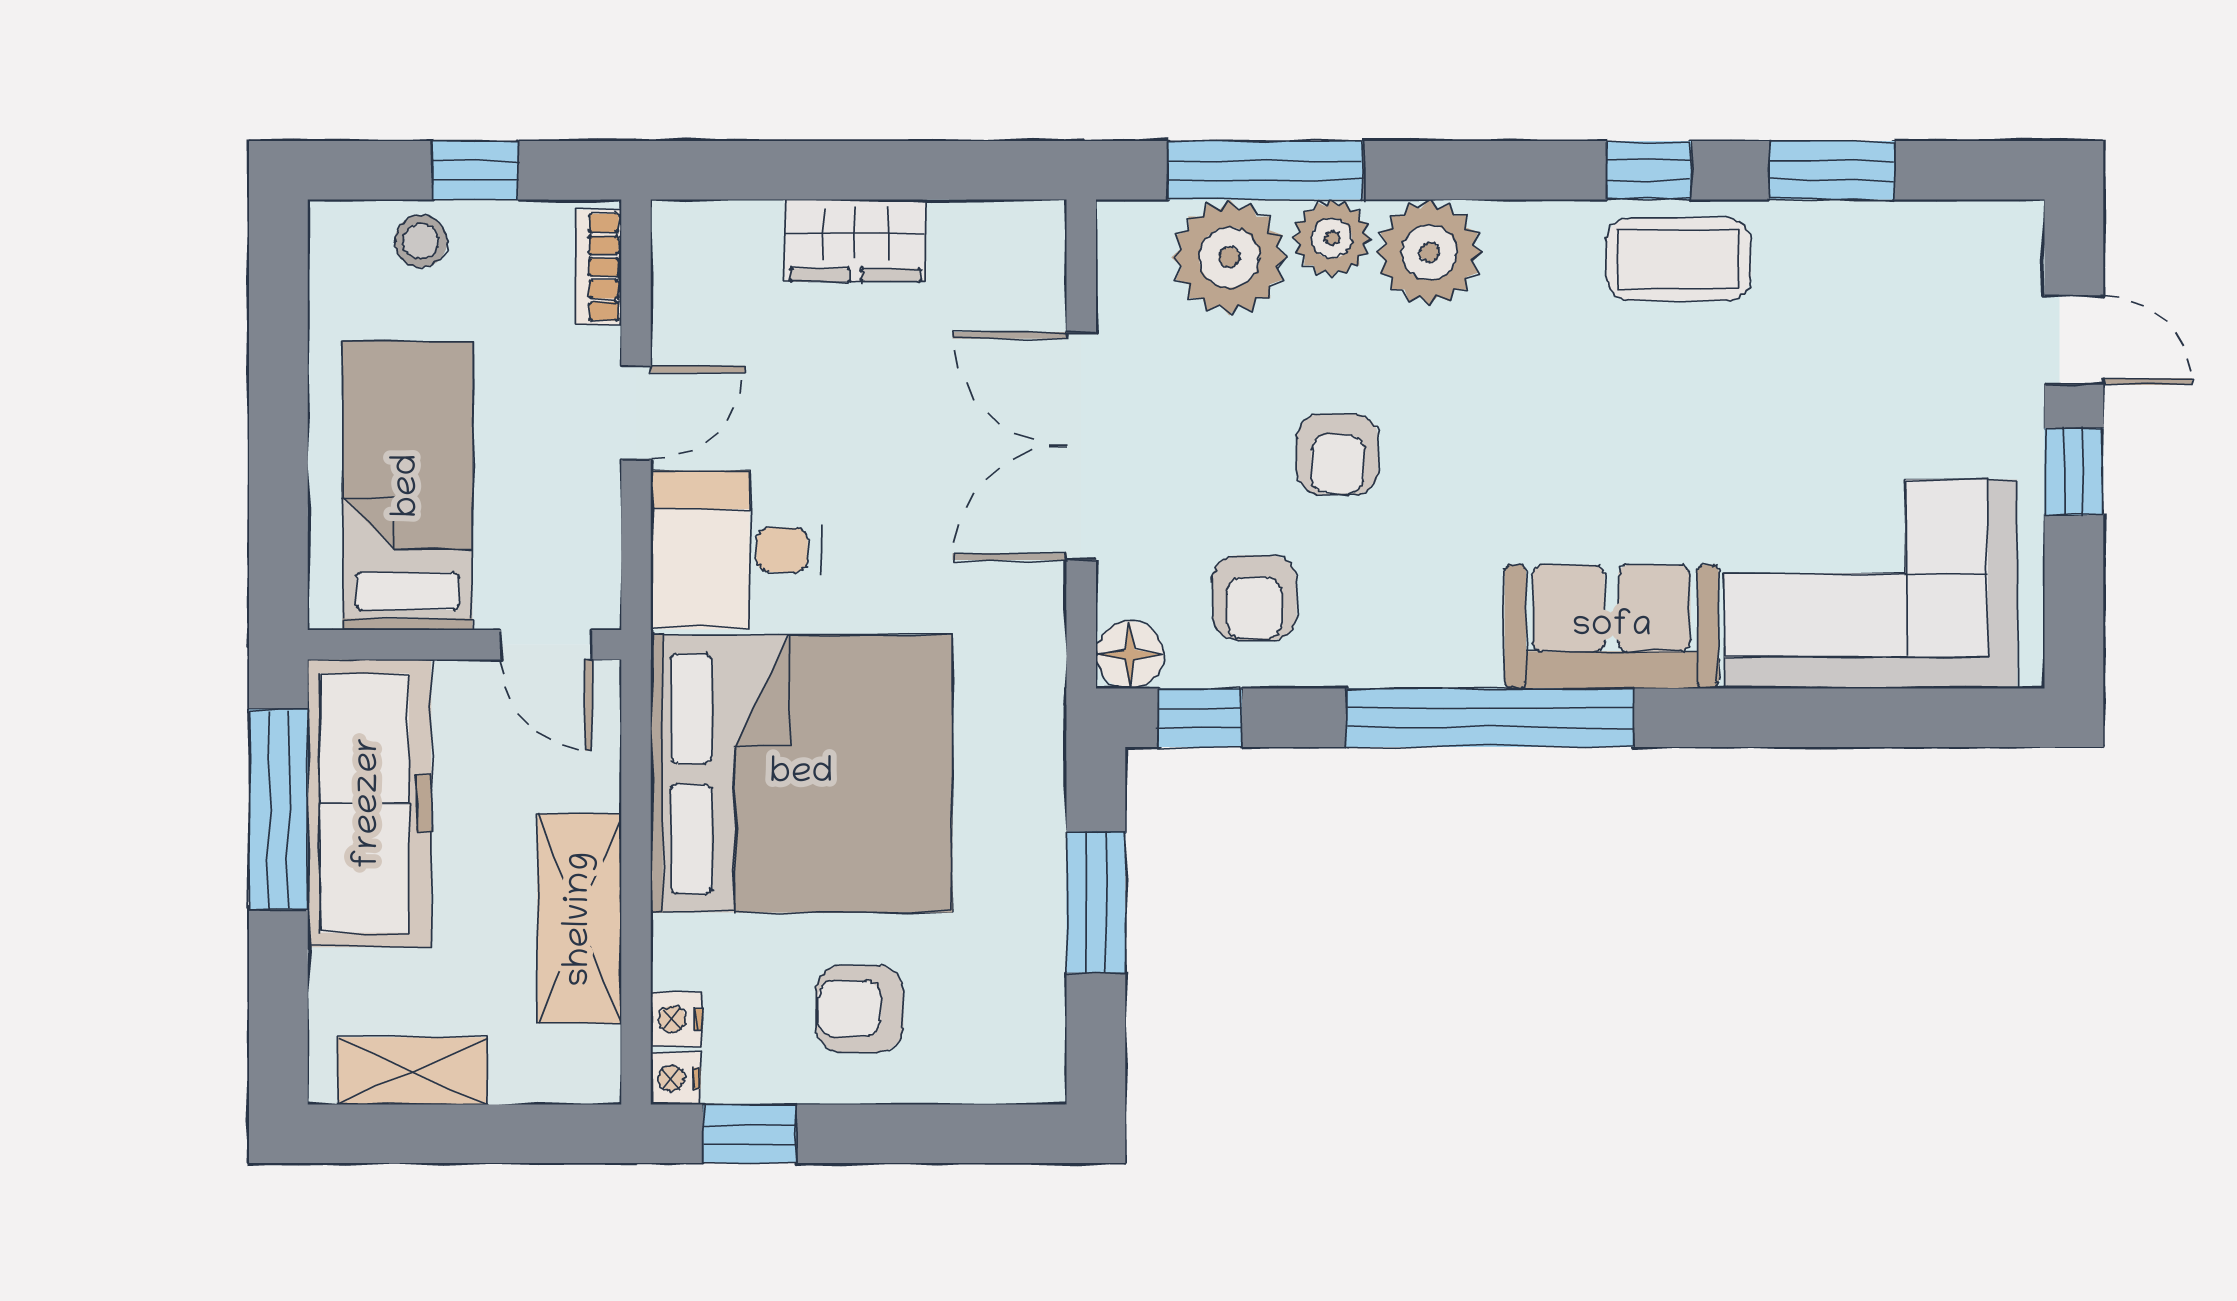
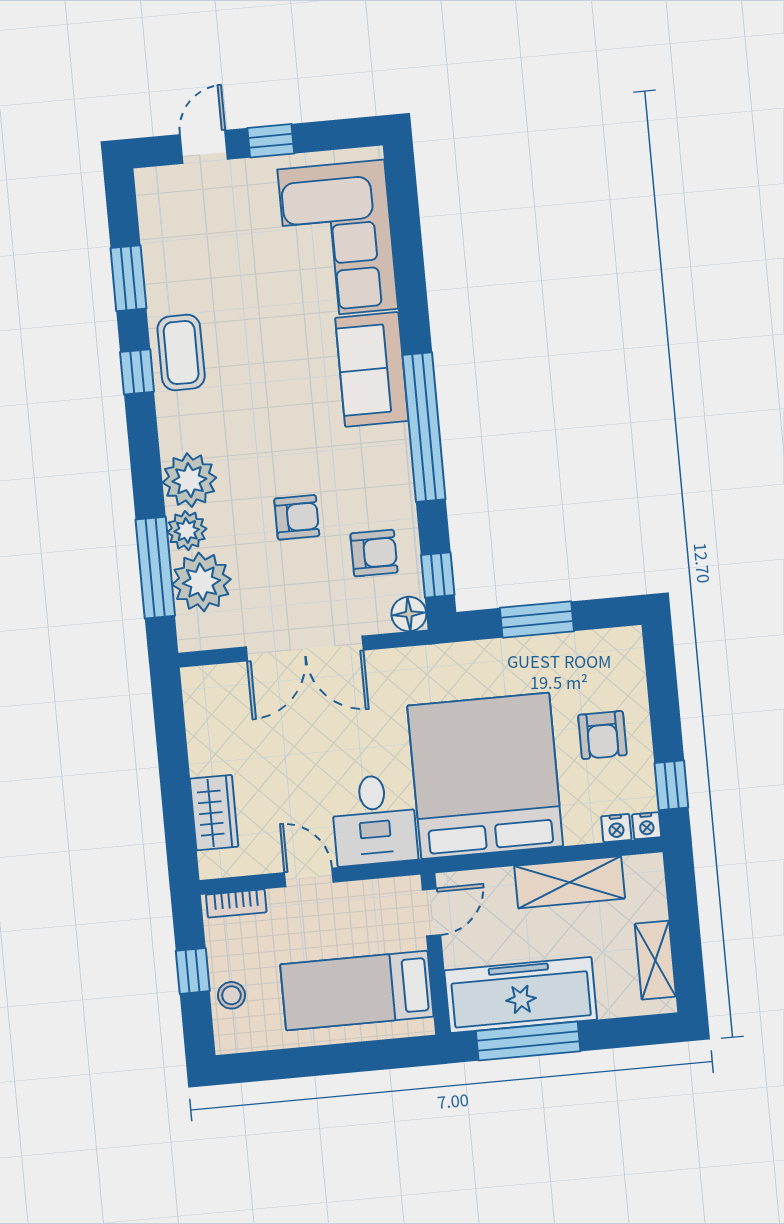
wardrobe: (855, 240) -> (214, 813), moved

